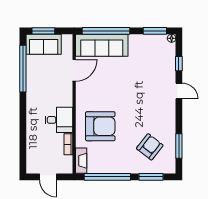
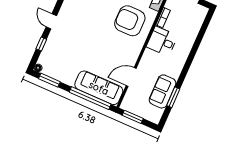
window: (43, 31) -> (133, 117), moved
sofa: (44, 44) -> (163, 91), moved, turned -90
window: (23, 69) -> (173, 97), width x0.47

